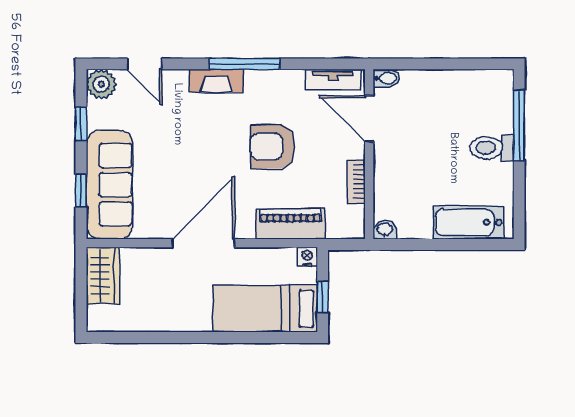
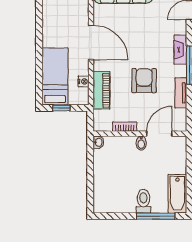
bidet: (386, 78) -> (141, 143), moved
tv unit: (333, 80) -> (181, 93), moved
bathtub: (468, 222) -> (177, 194), moved, turned 180
nightstand: (307, 257) -> (84, 81), moved

